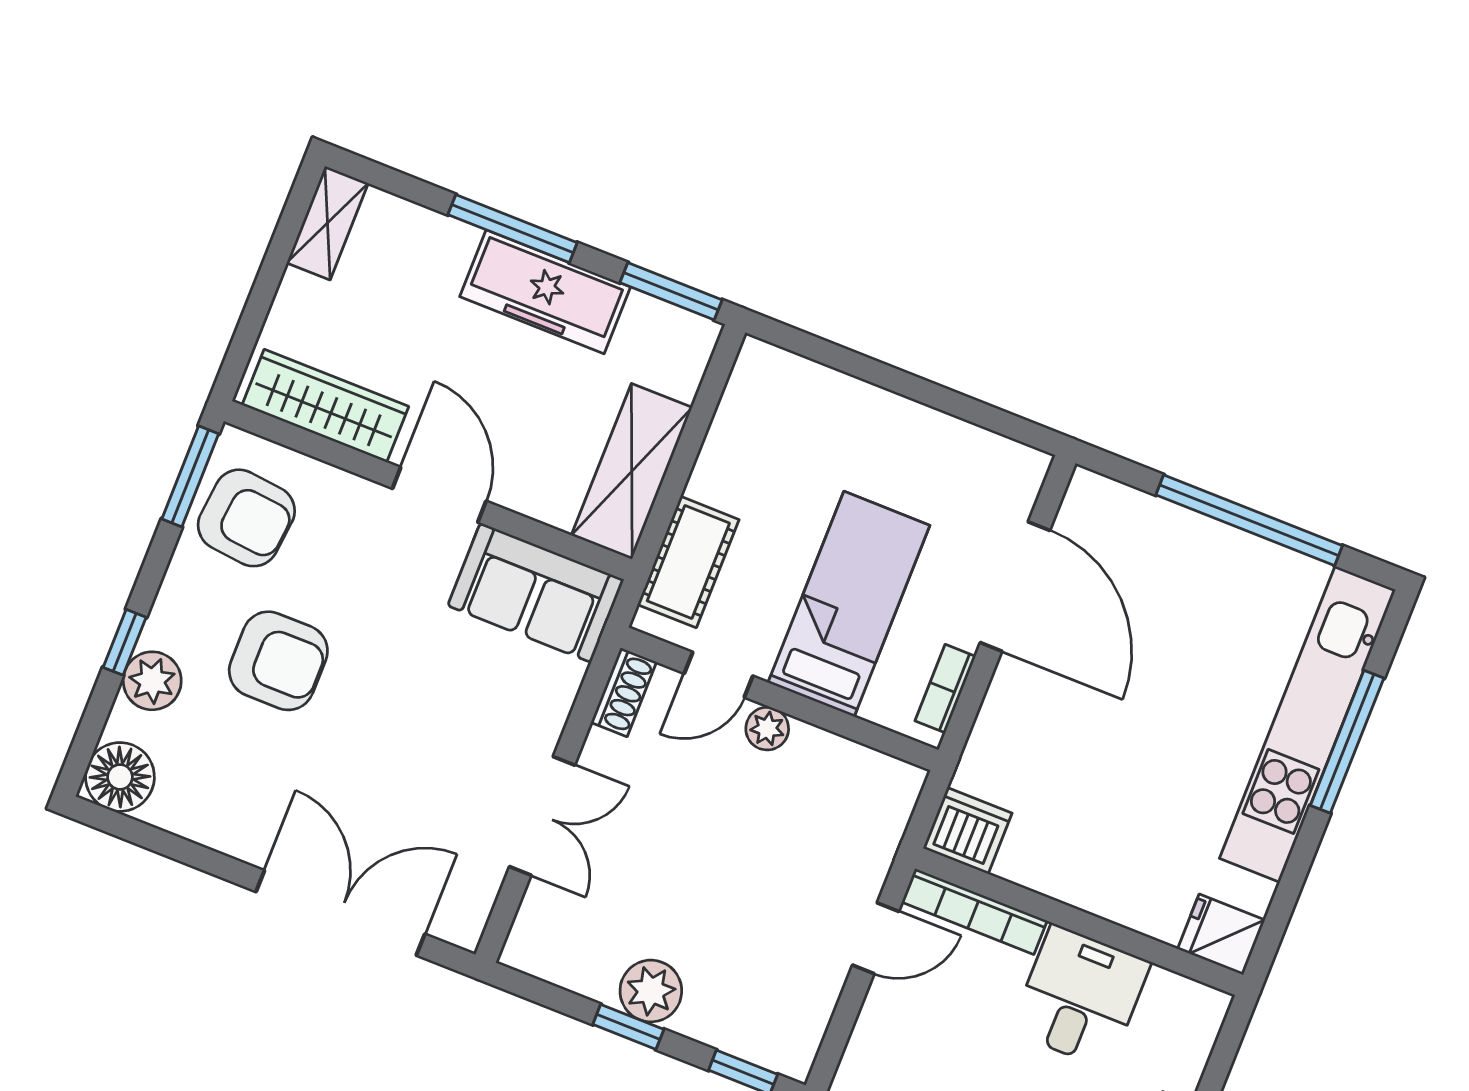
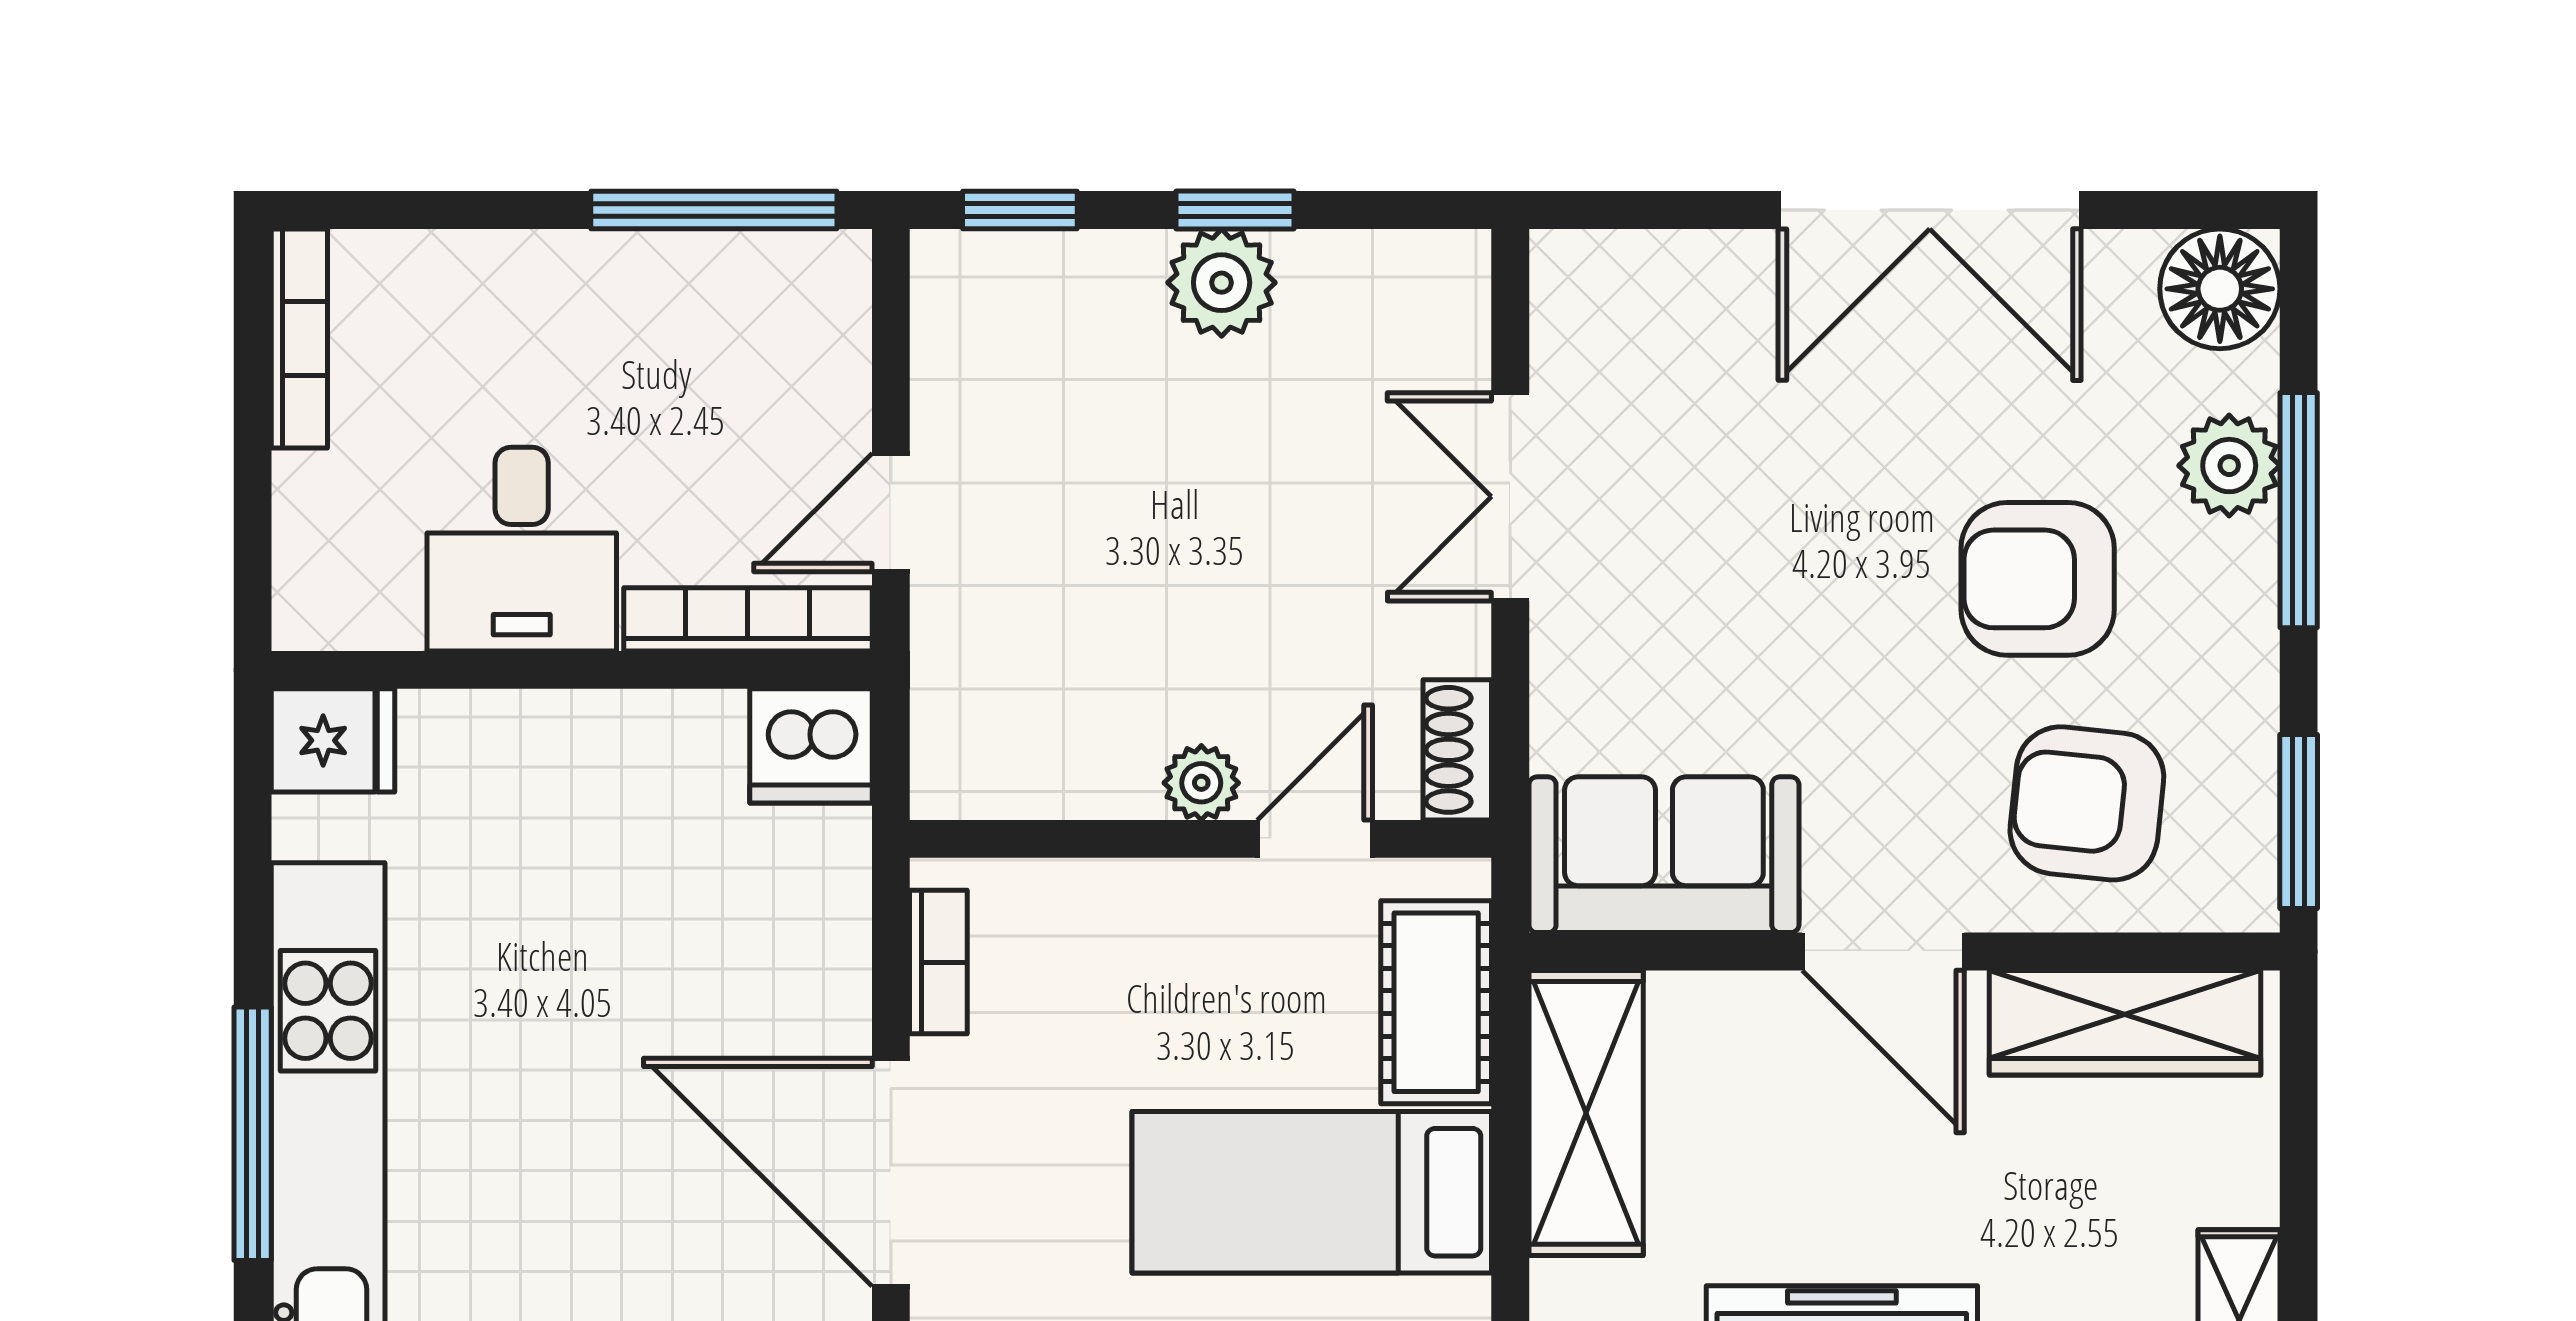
armchair: (246, 518) -> (2087, 803), moved
bed: (849, 604) -> (1312, 1192), moved, turned 90
window: (125, 642) -> (2299, 510), width x2.17
double door: (340, 913) -> (1930, 210), moved

